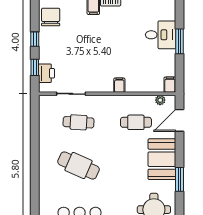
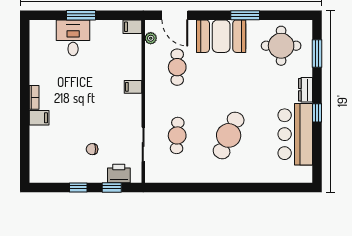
chair: (51, 17) -> (92, 149), moved, width x0.54, depth x0.54

